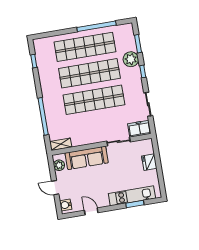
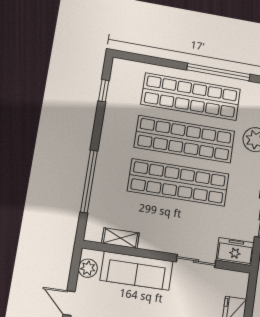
shelving: (61, 144) -> (120, 238), moved

